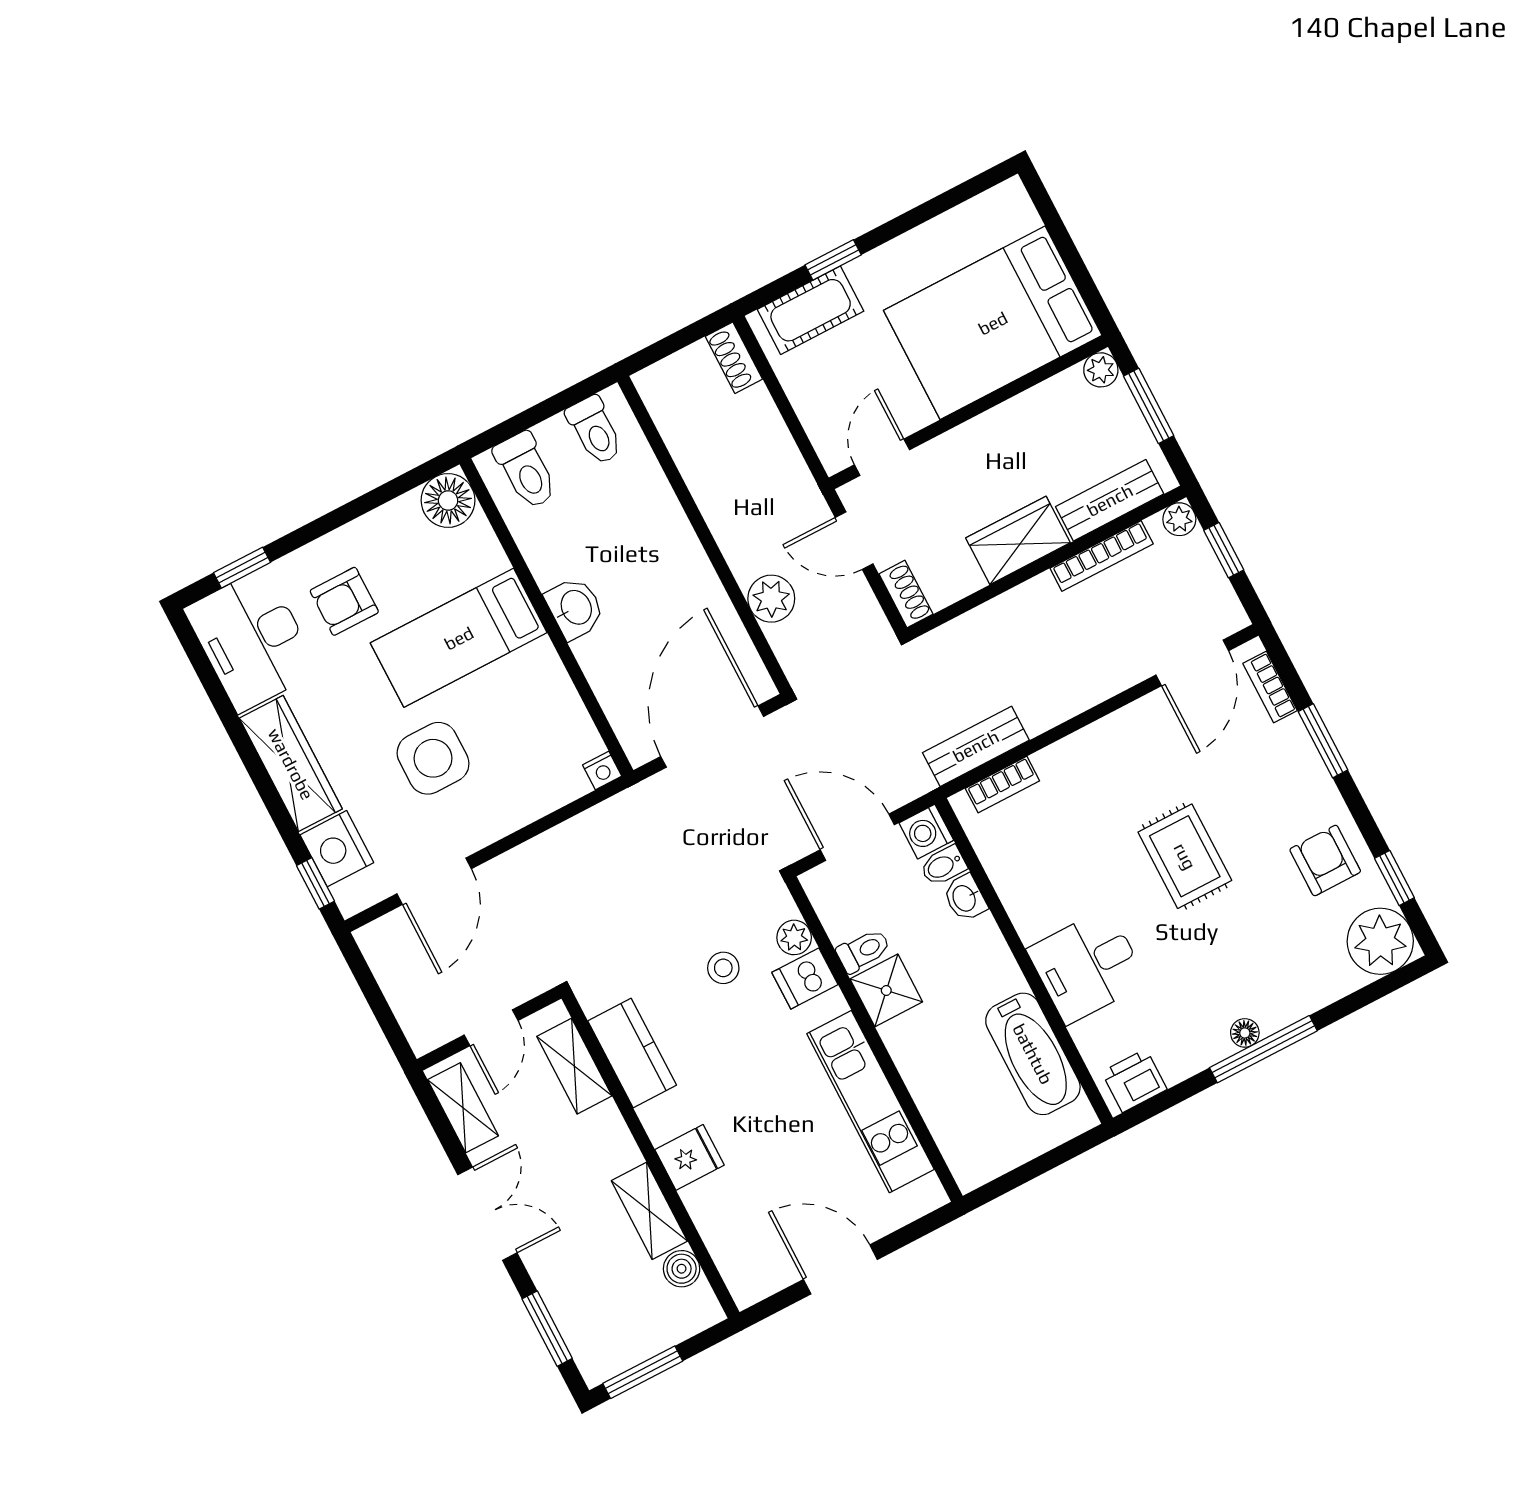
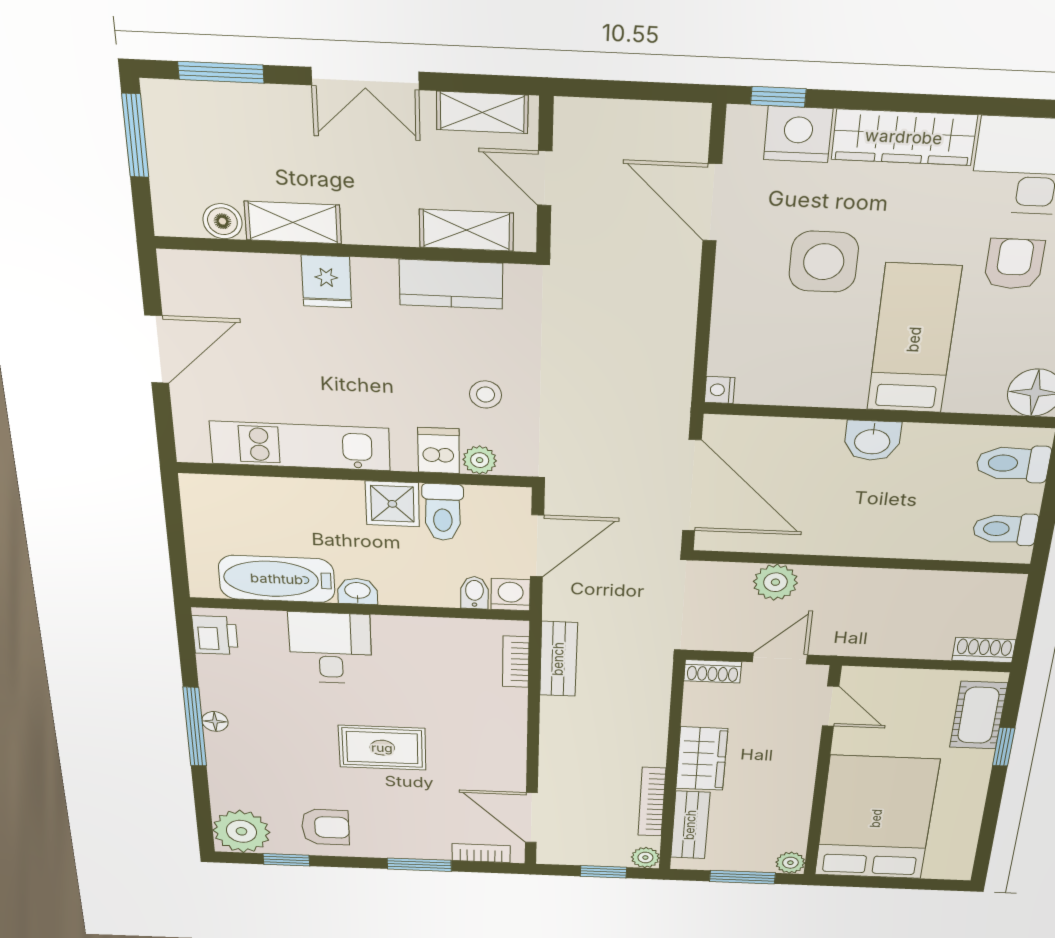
washbasin: (965, 898) -> (357, 591), moved
toilet: (863, 951) -> (443, 512), width x1.37, depth x1.39

